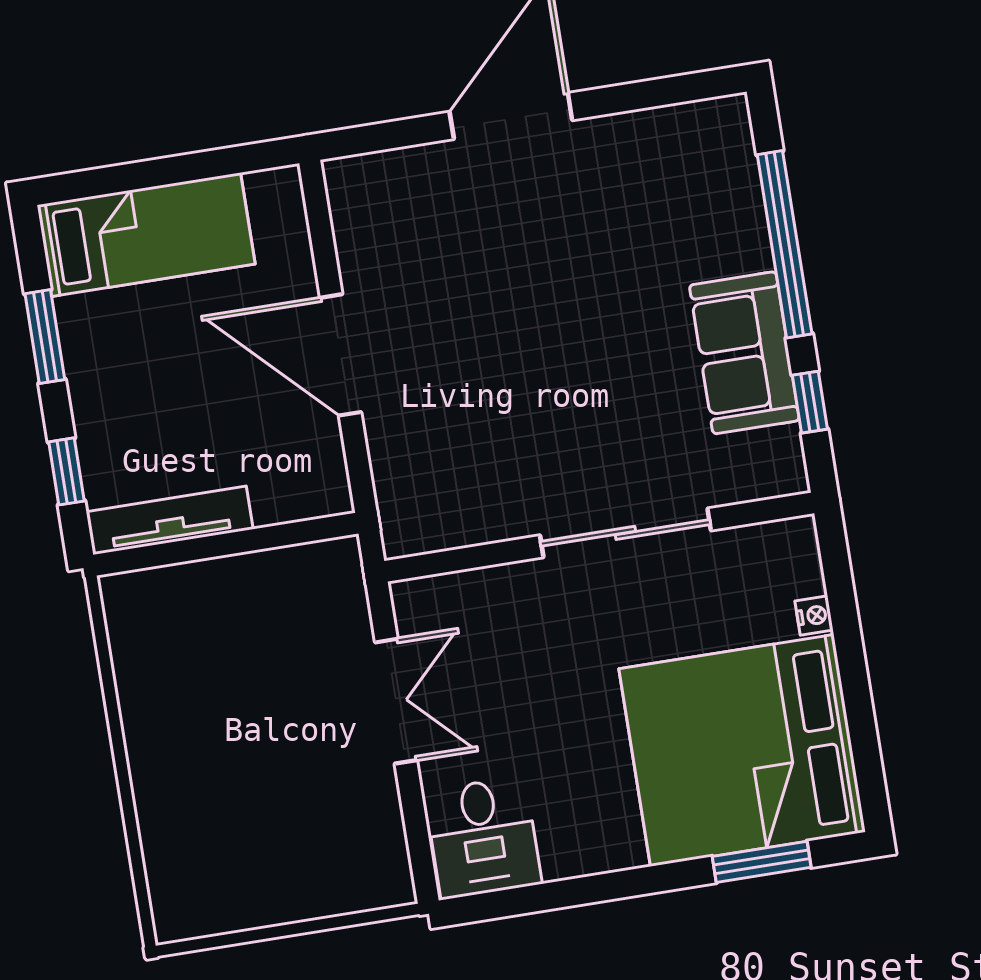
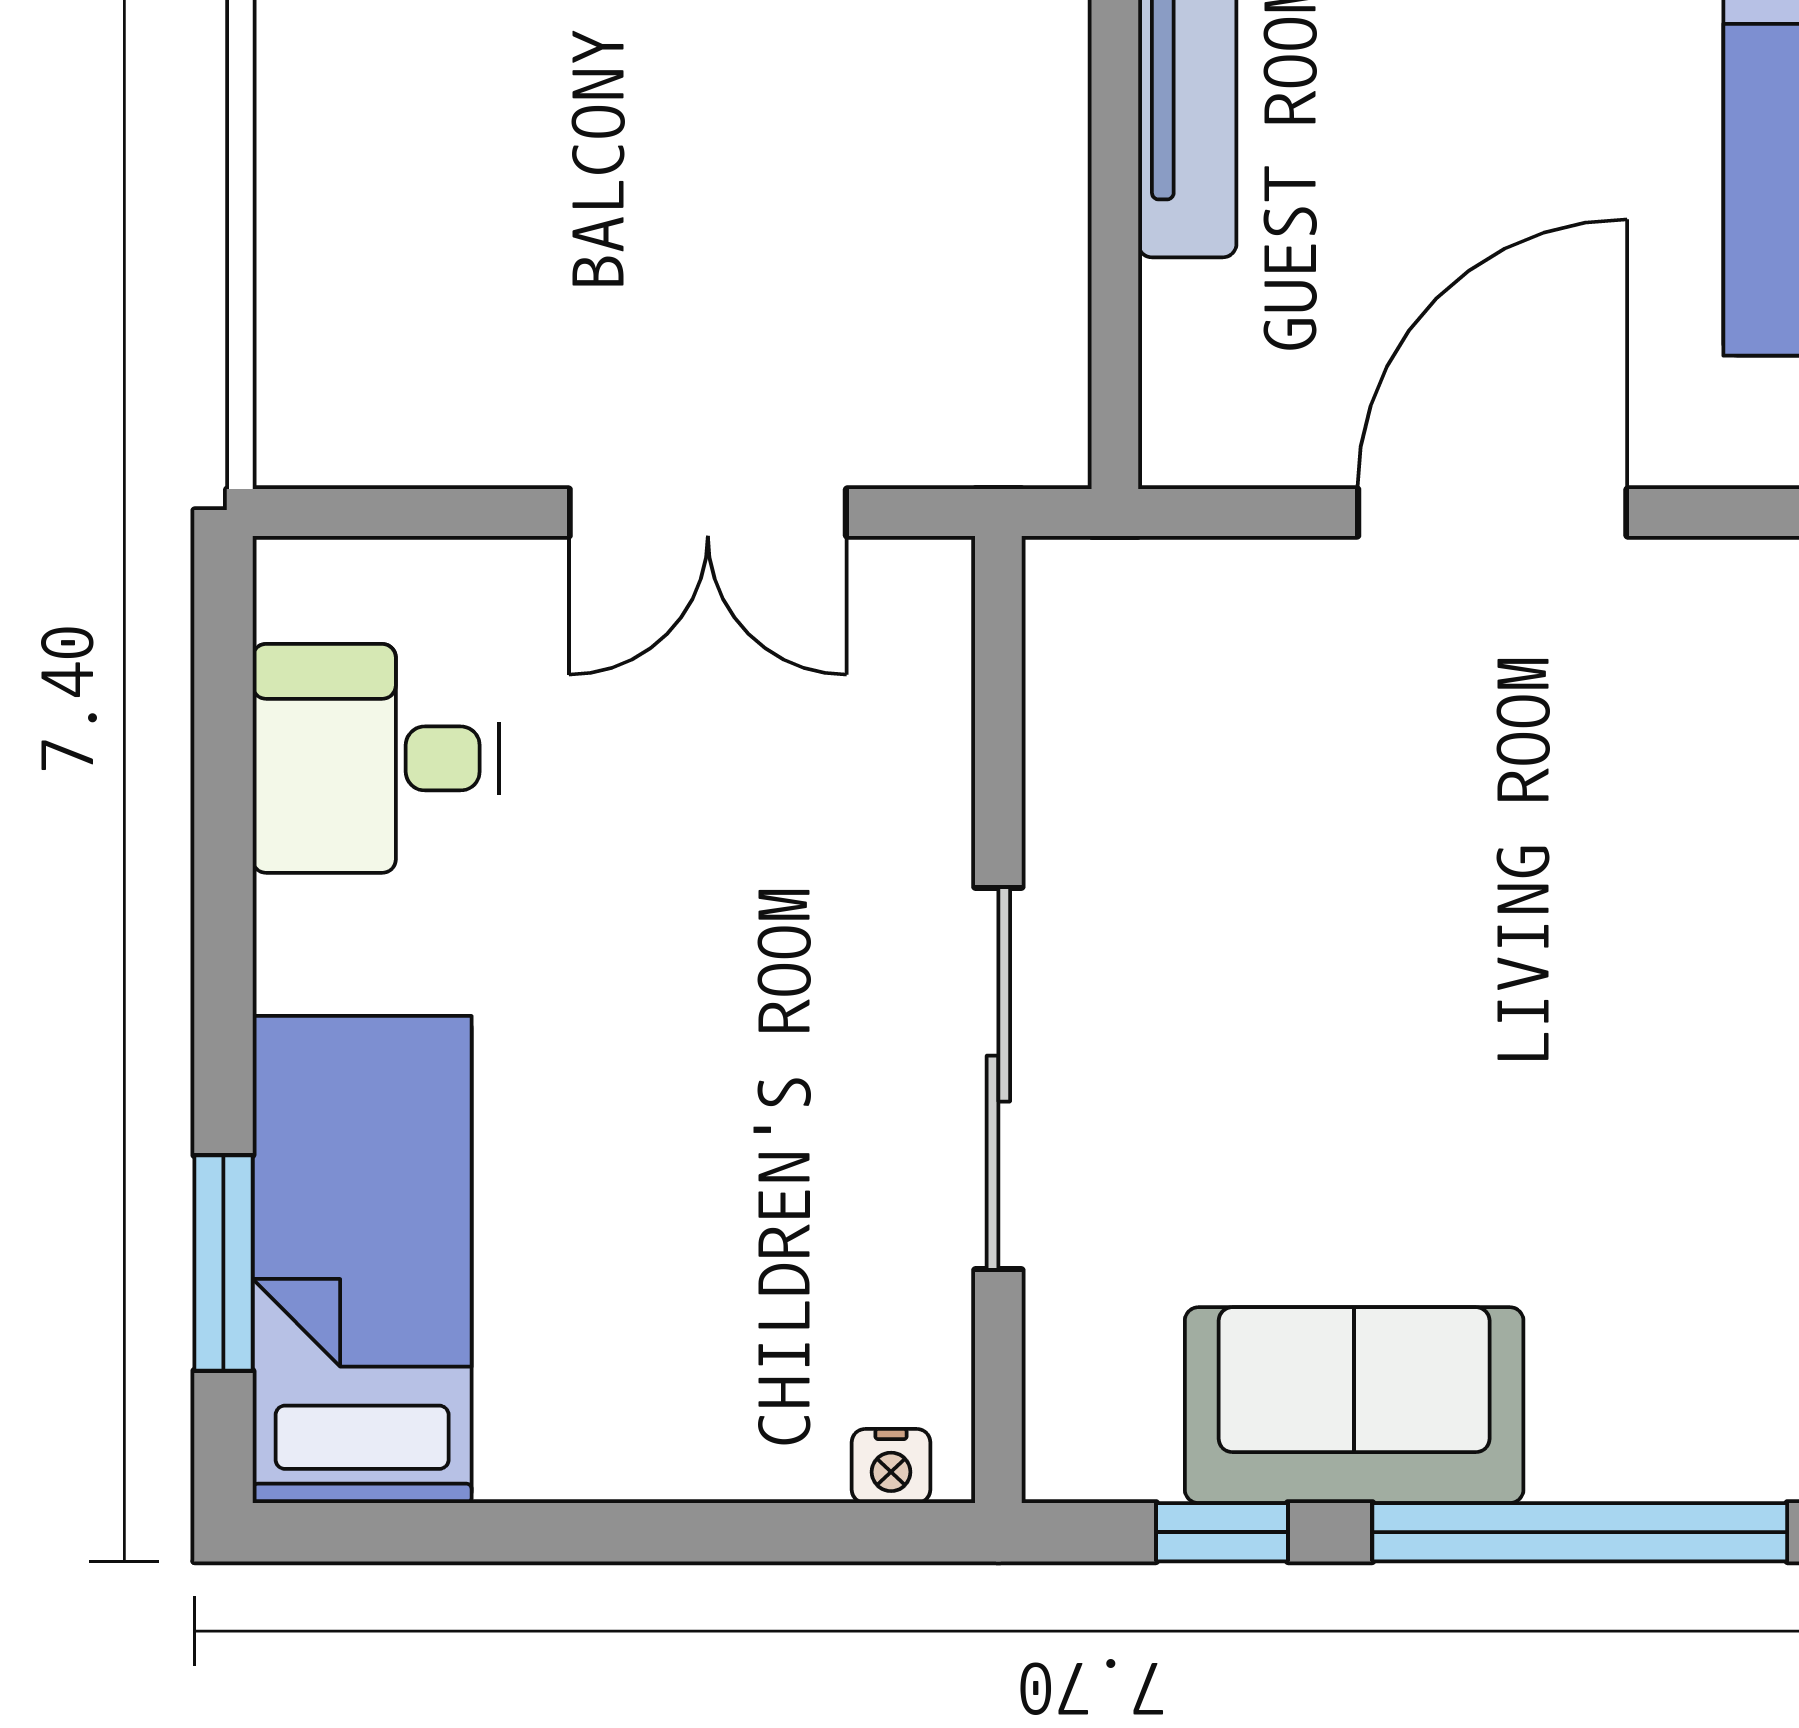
nightstand: (814, 615) -> (891, 1466), moved
bed: (742, 750) -> (362, 1260), width x0.49
desk: (483, 837) -> (376, 758), moved

